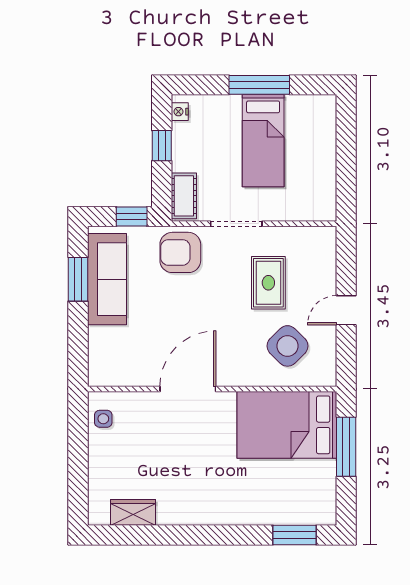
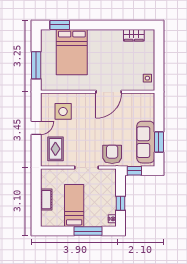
window: (259, 85) -> (88, 231), moved
cot: (184, 196) -> (46, 200), moved
armchair: (180, 252) -> (112, 154), turned -90
rug: (268, 283) -> (55, 149), moved
side table: (287, 346) -> (63, 111), turned 45
bed: (287, 425) -> (72, 52), moved, turned 90

